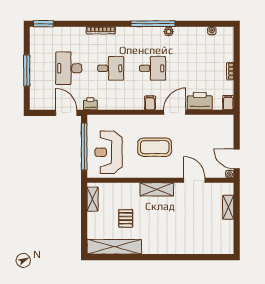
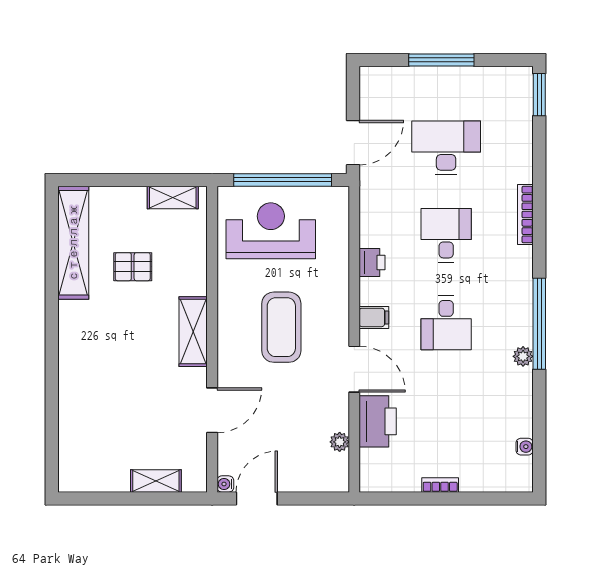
desk: (111, 68) -> (446, 235), turned 180
filing cabinet: (228, 103) -> (374, 481), removed
printer: (90, 104) -> (372, 263), moved
plant: (210, 119) -> (340, 442), added

